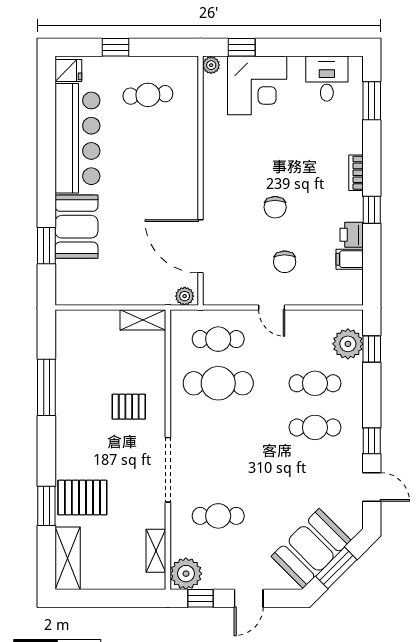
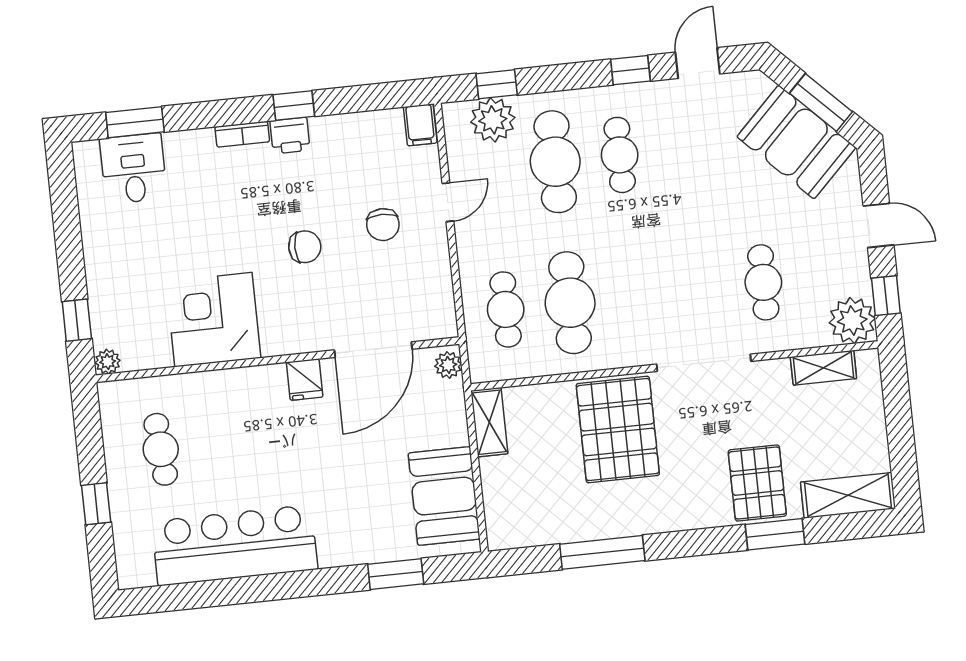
fridge: (68, 71) -> (305, 380), moved, turned 180
desk: (327, 79) -> (133, 169), moved, turned 90
corner desk: (257, 85) -> (213, 320), moved, turned -90
booth: (76, 227) -> (444, 496), moved, turned 90
printer: (352, 235) -> (290, 136), moved
filing cabinet: (350, 259) -> (420, 125), moved
chair: (285, 262) -> (383, 225), turned 90
door: (272, 308) -> (448, 202), moved
cafe table: (315, 383) -> (555, 162), width x1.37, depth x1.35
pallet: (129, 407) -> (618, 430), width x2.05, depth x2.00

